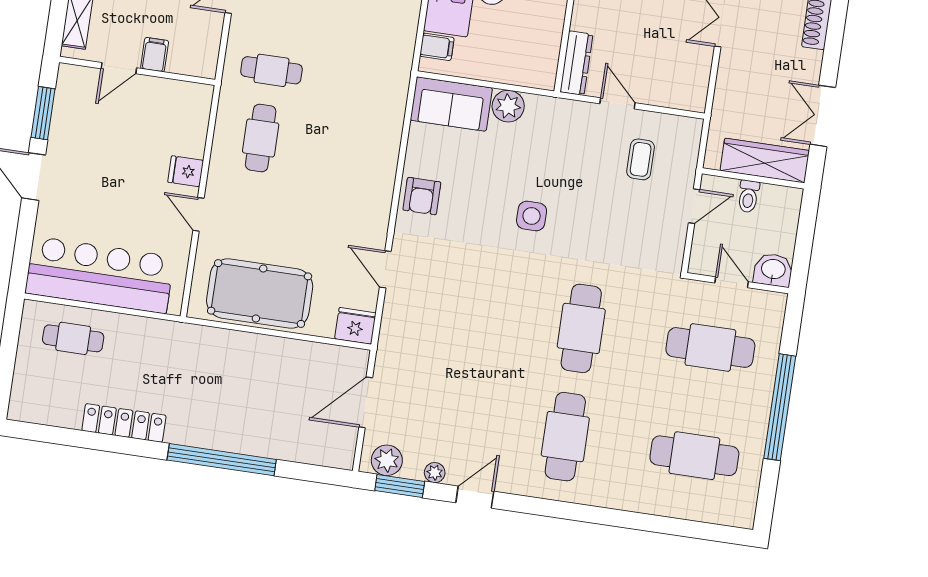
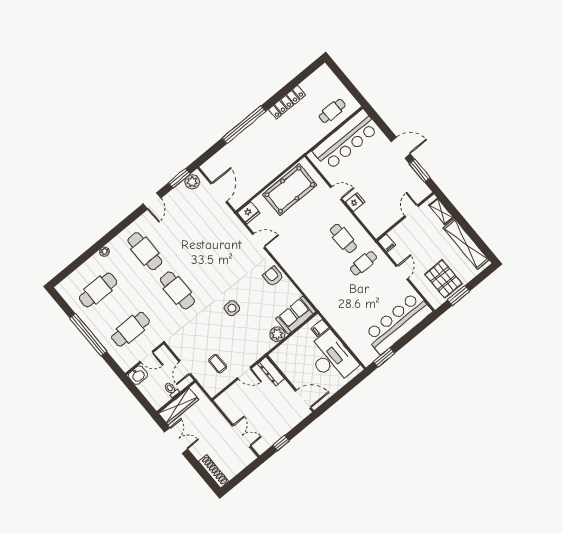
filing cabinet: (155, 55) -> (387, 243), moved
plant: (435, 473) -> (104, 252), moved

